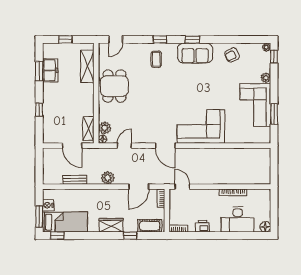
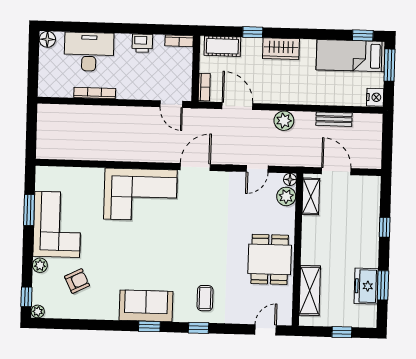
armchair: (232, 55) -> (77, 281), moved
door: (165, 146) -> (195, 167), hinge flipped
door: (139, 187) -> (237, 106), hinge flipped
nightstand: (48, 205) -> (375, 97), moved

